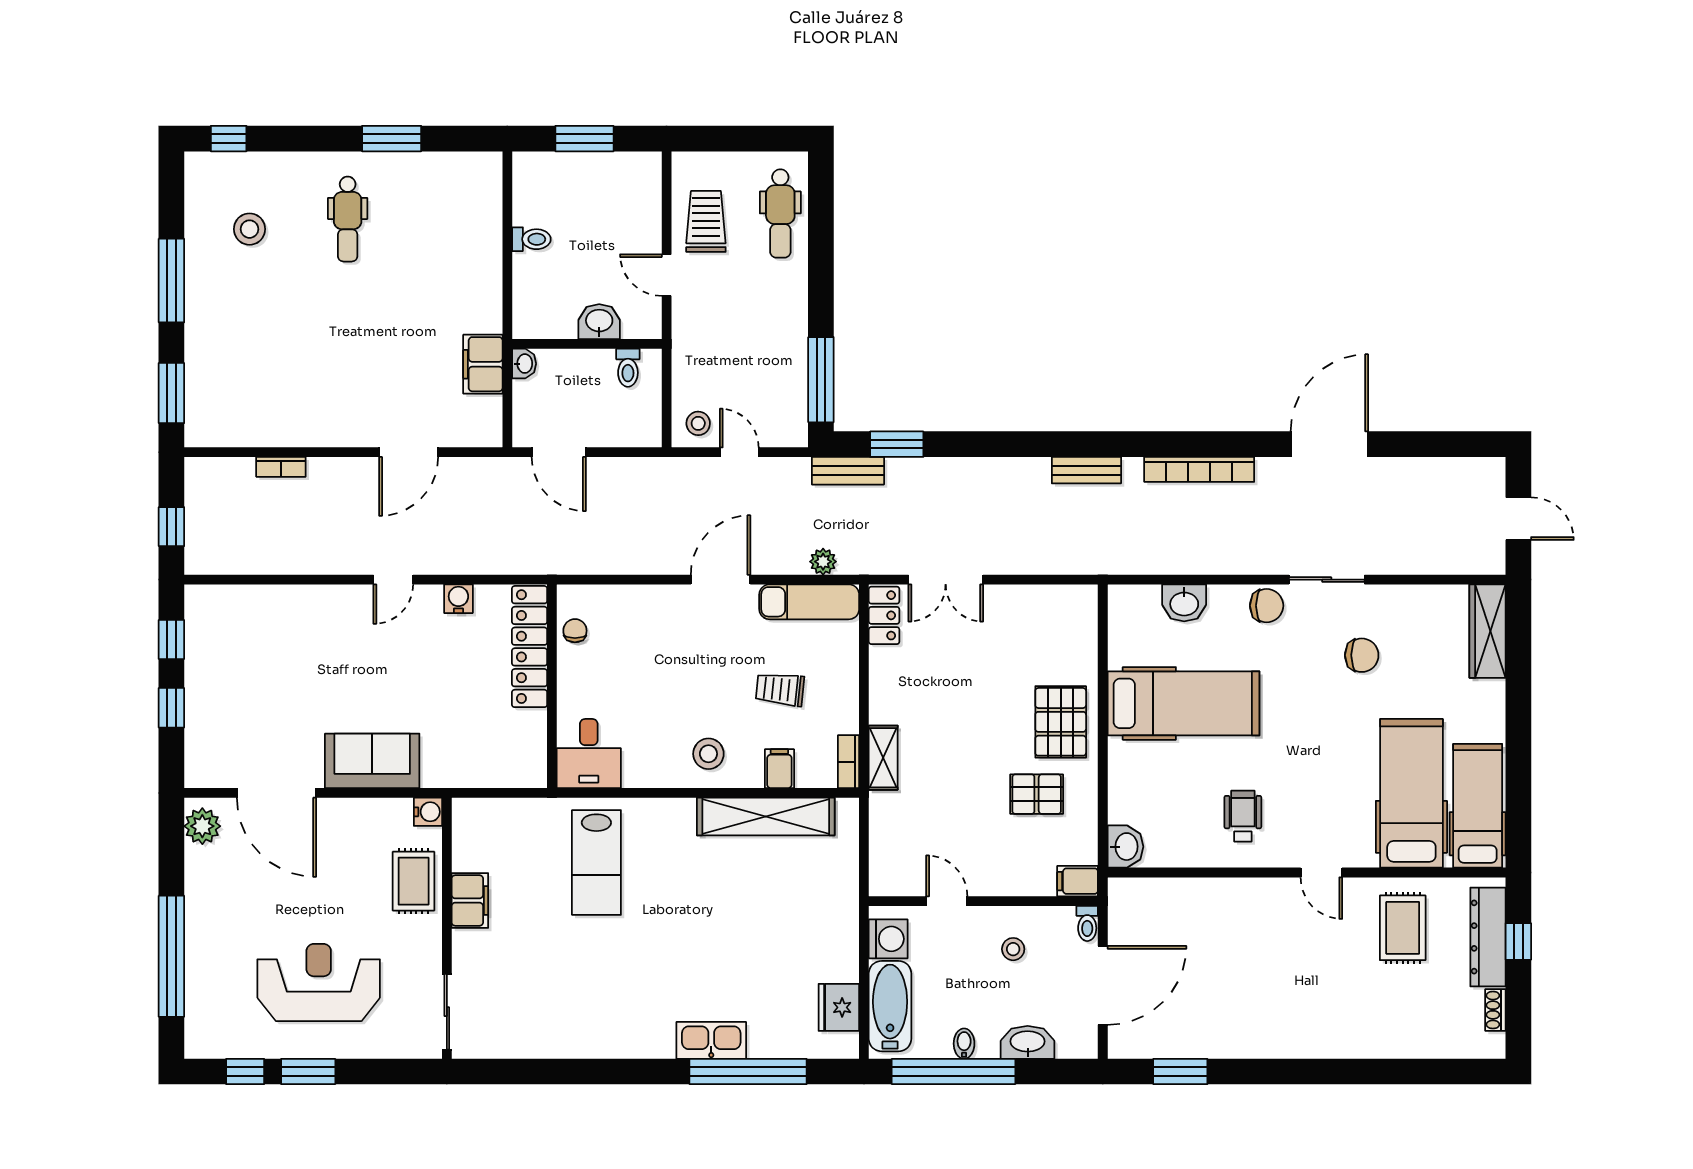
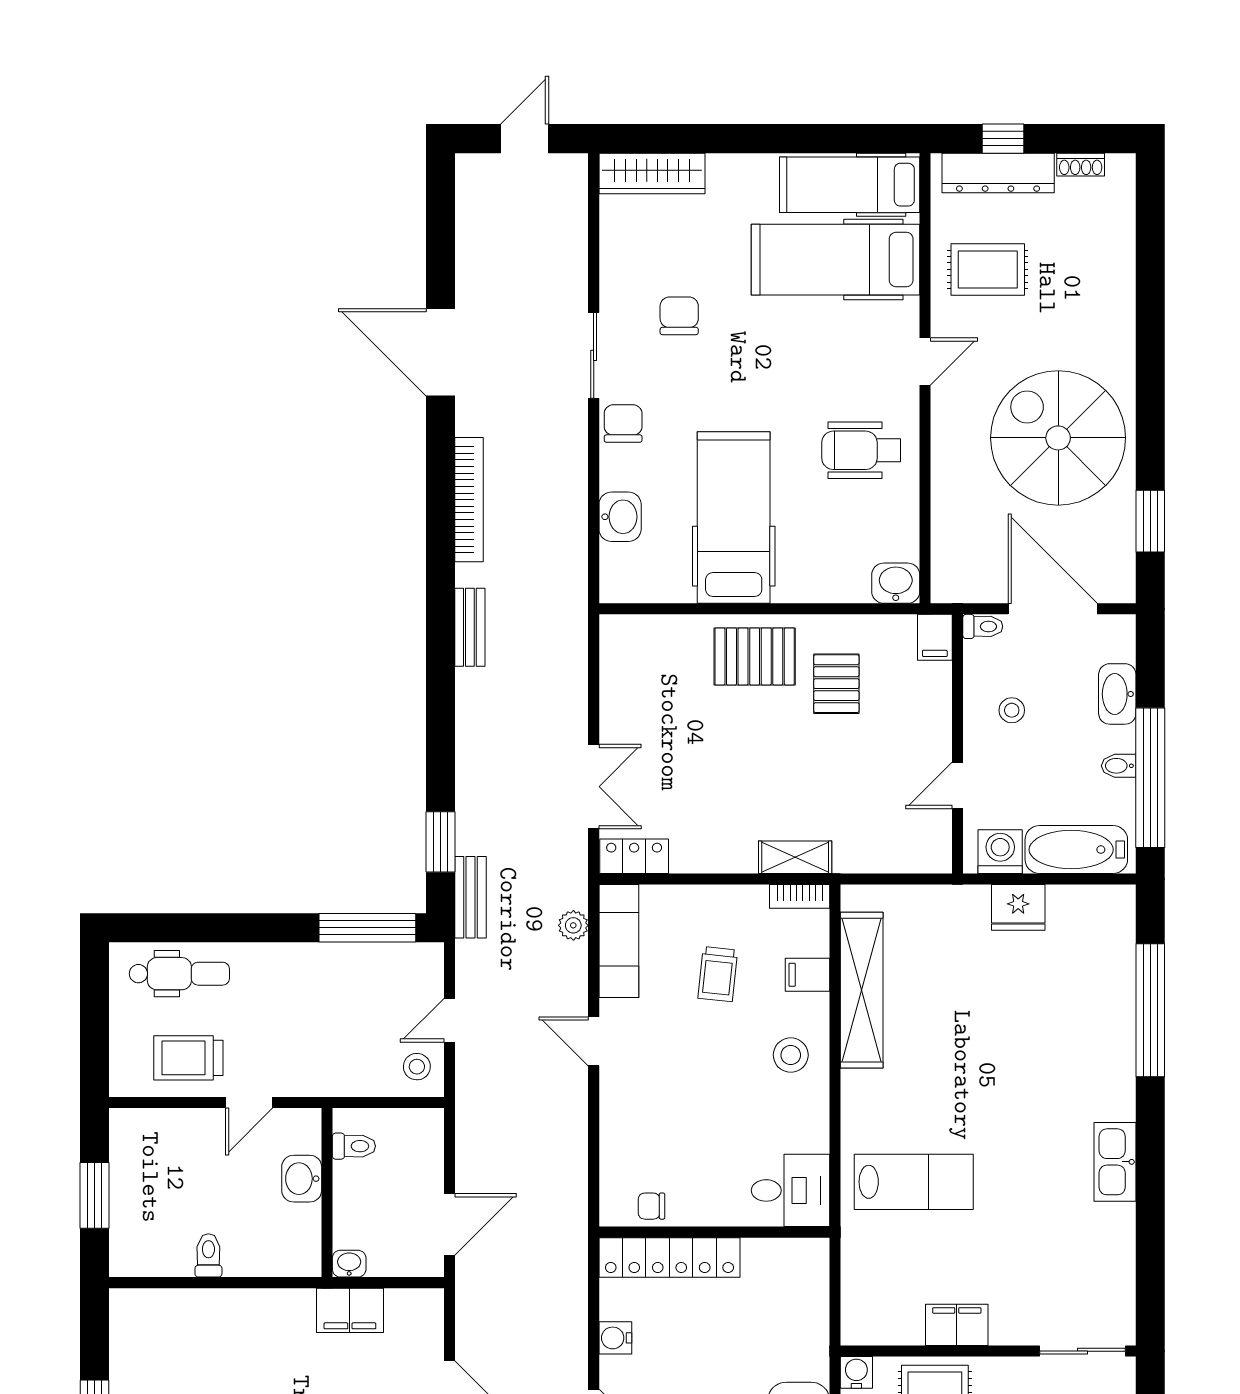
door: (721, 580) -> (594, 1041), width x0.73
wheelchair: (1243, 816) -> (861, 450), width x1.36, depth x1.37
spiral stairs: (1254, 990) -> (1058, 438), added
fridge: (839, 1007) -> (1018, 907), moved
kitchen sink: (711, 1040) -> (1115, 1162), moved

